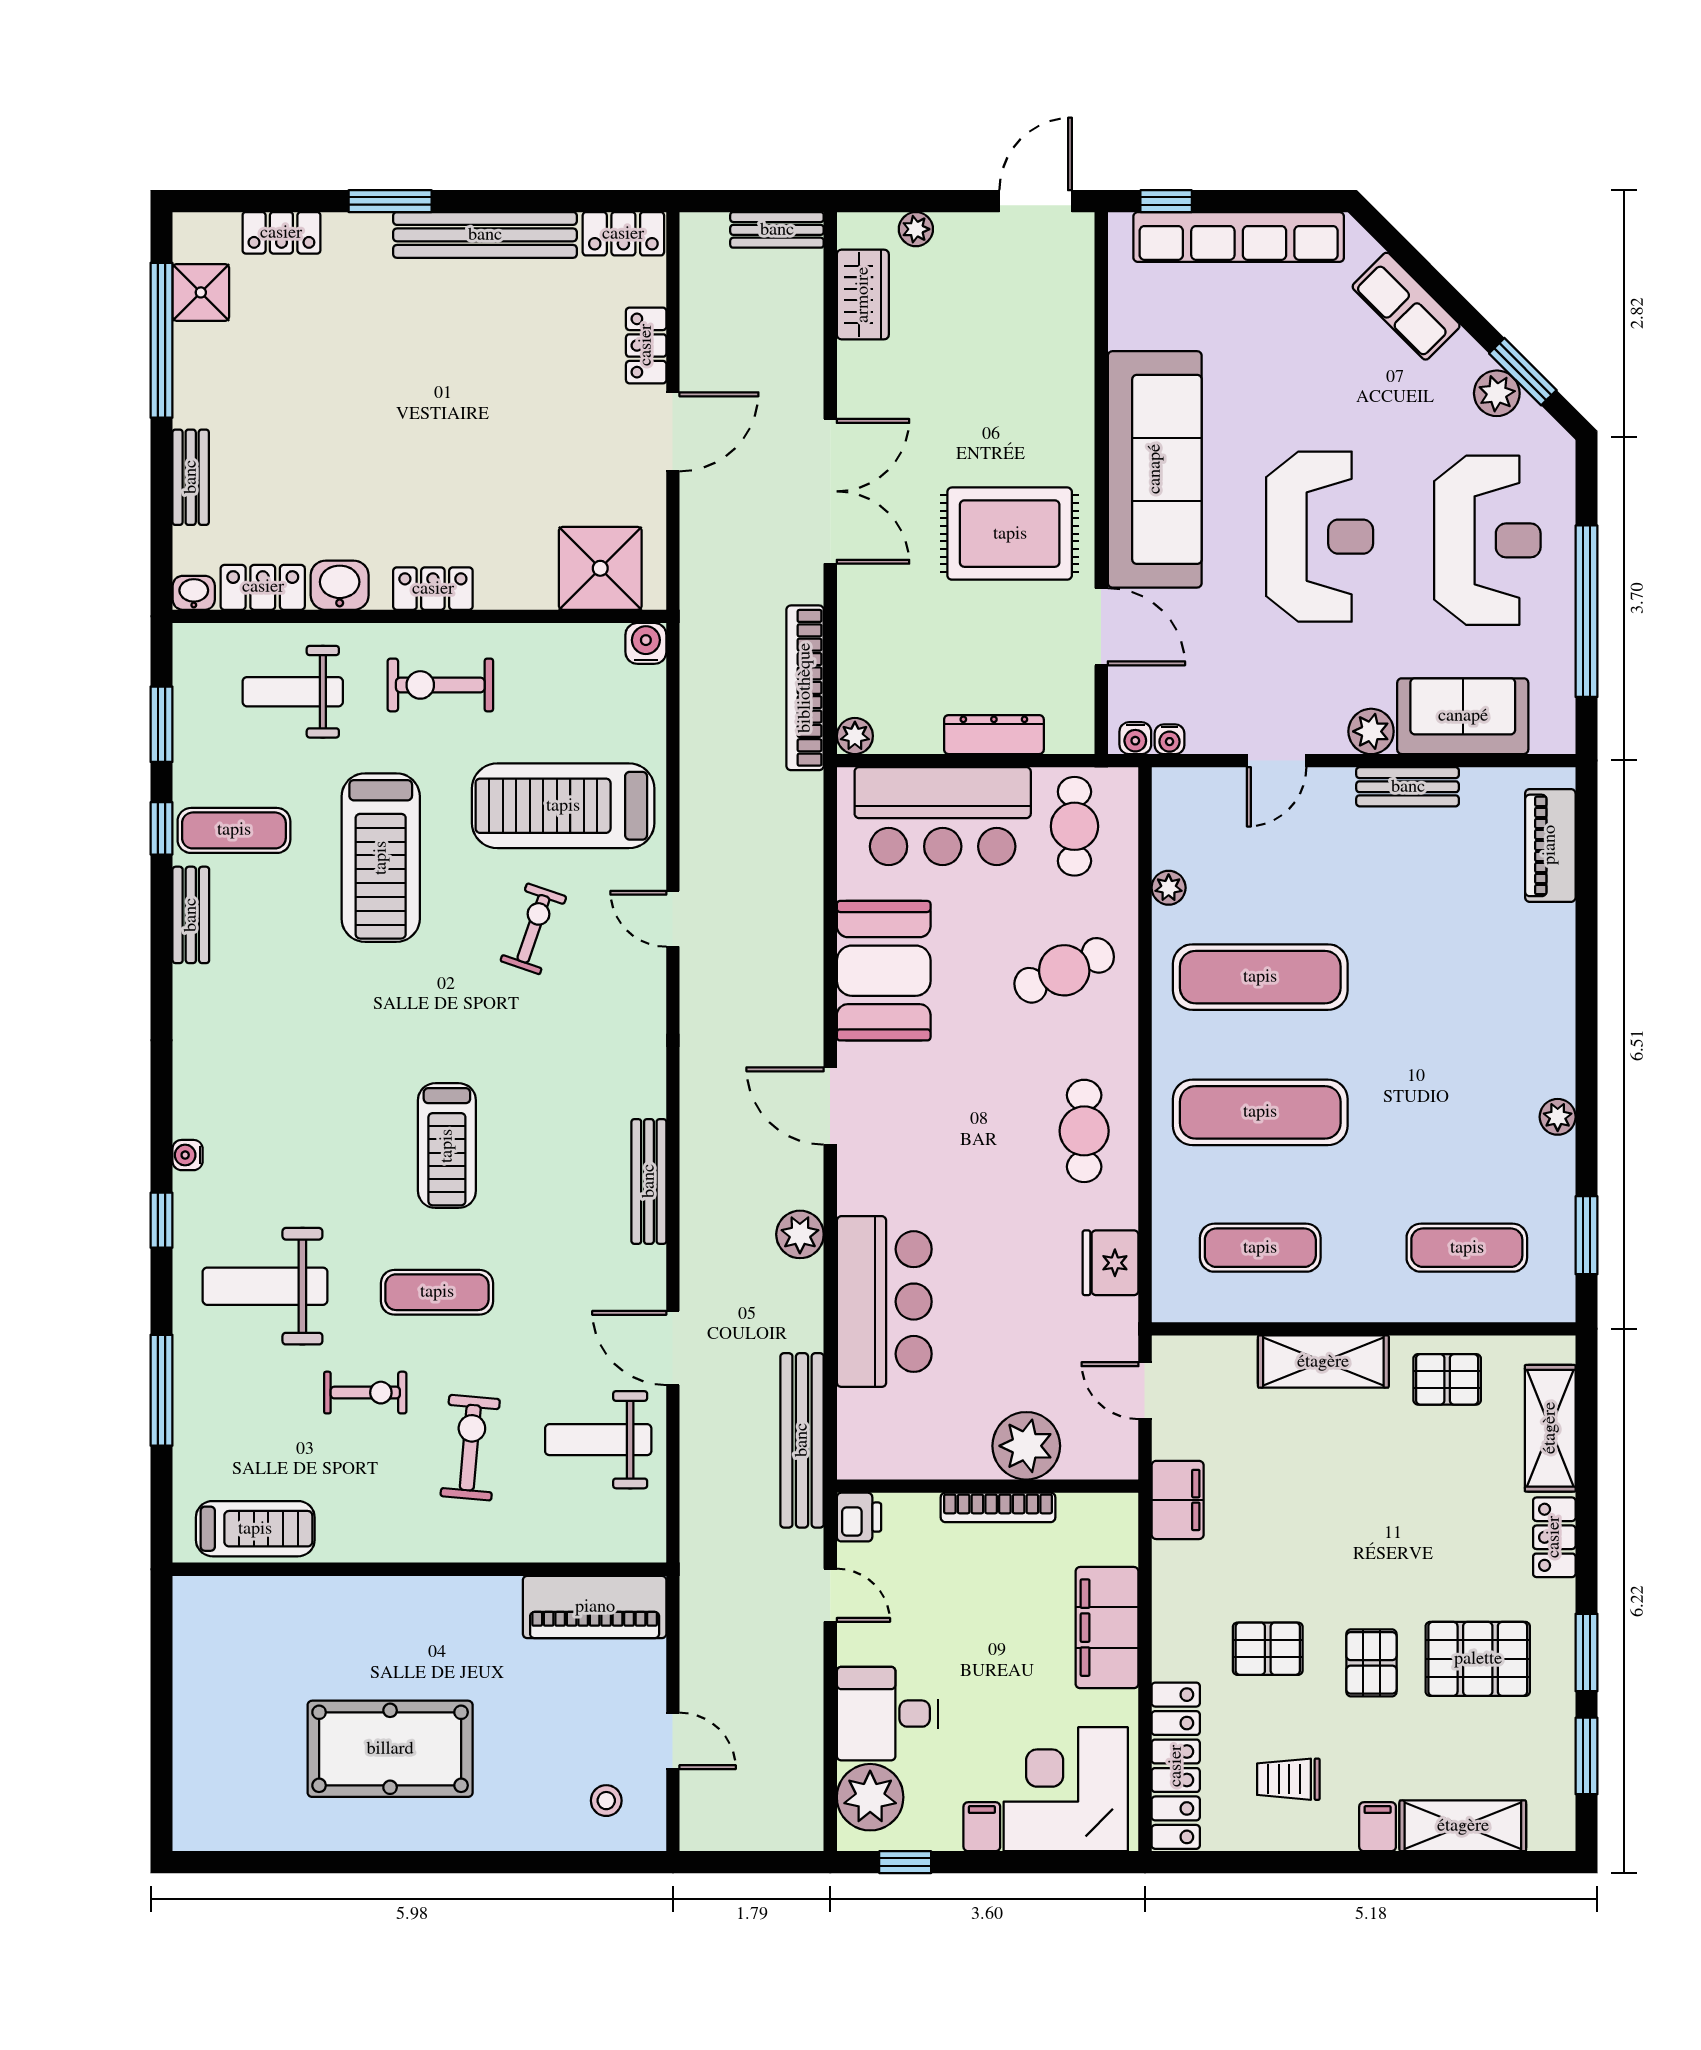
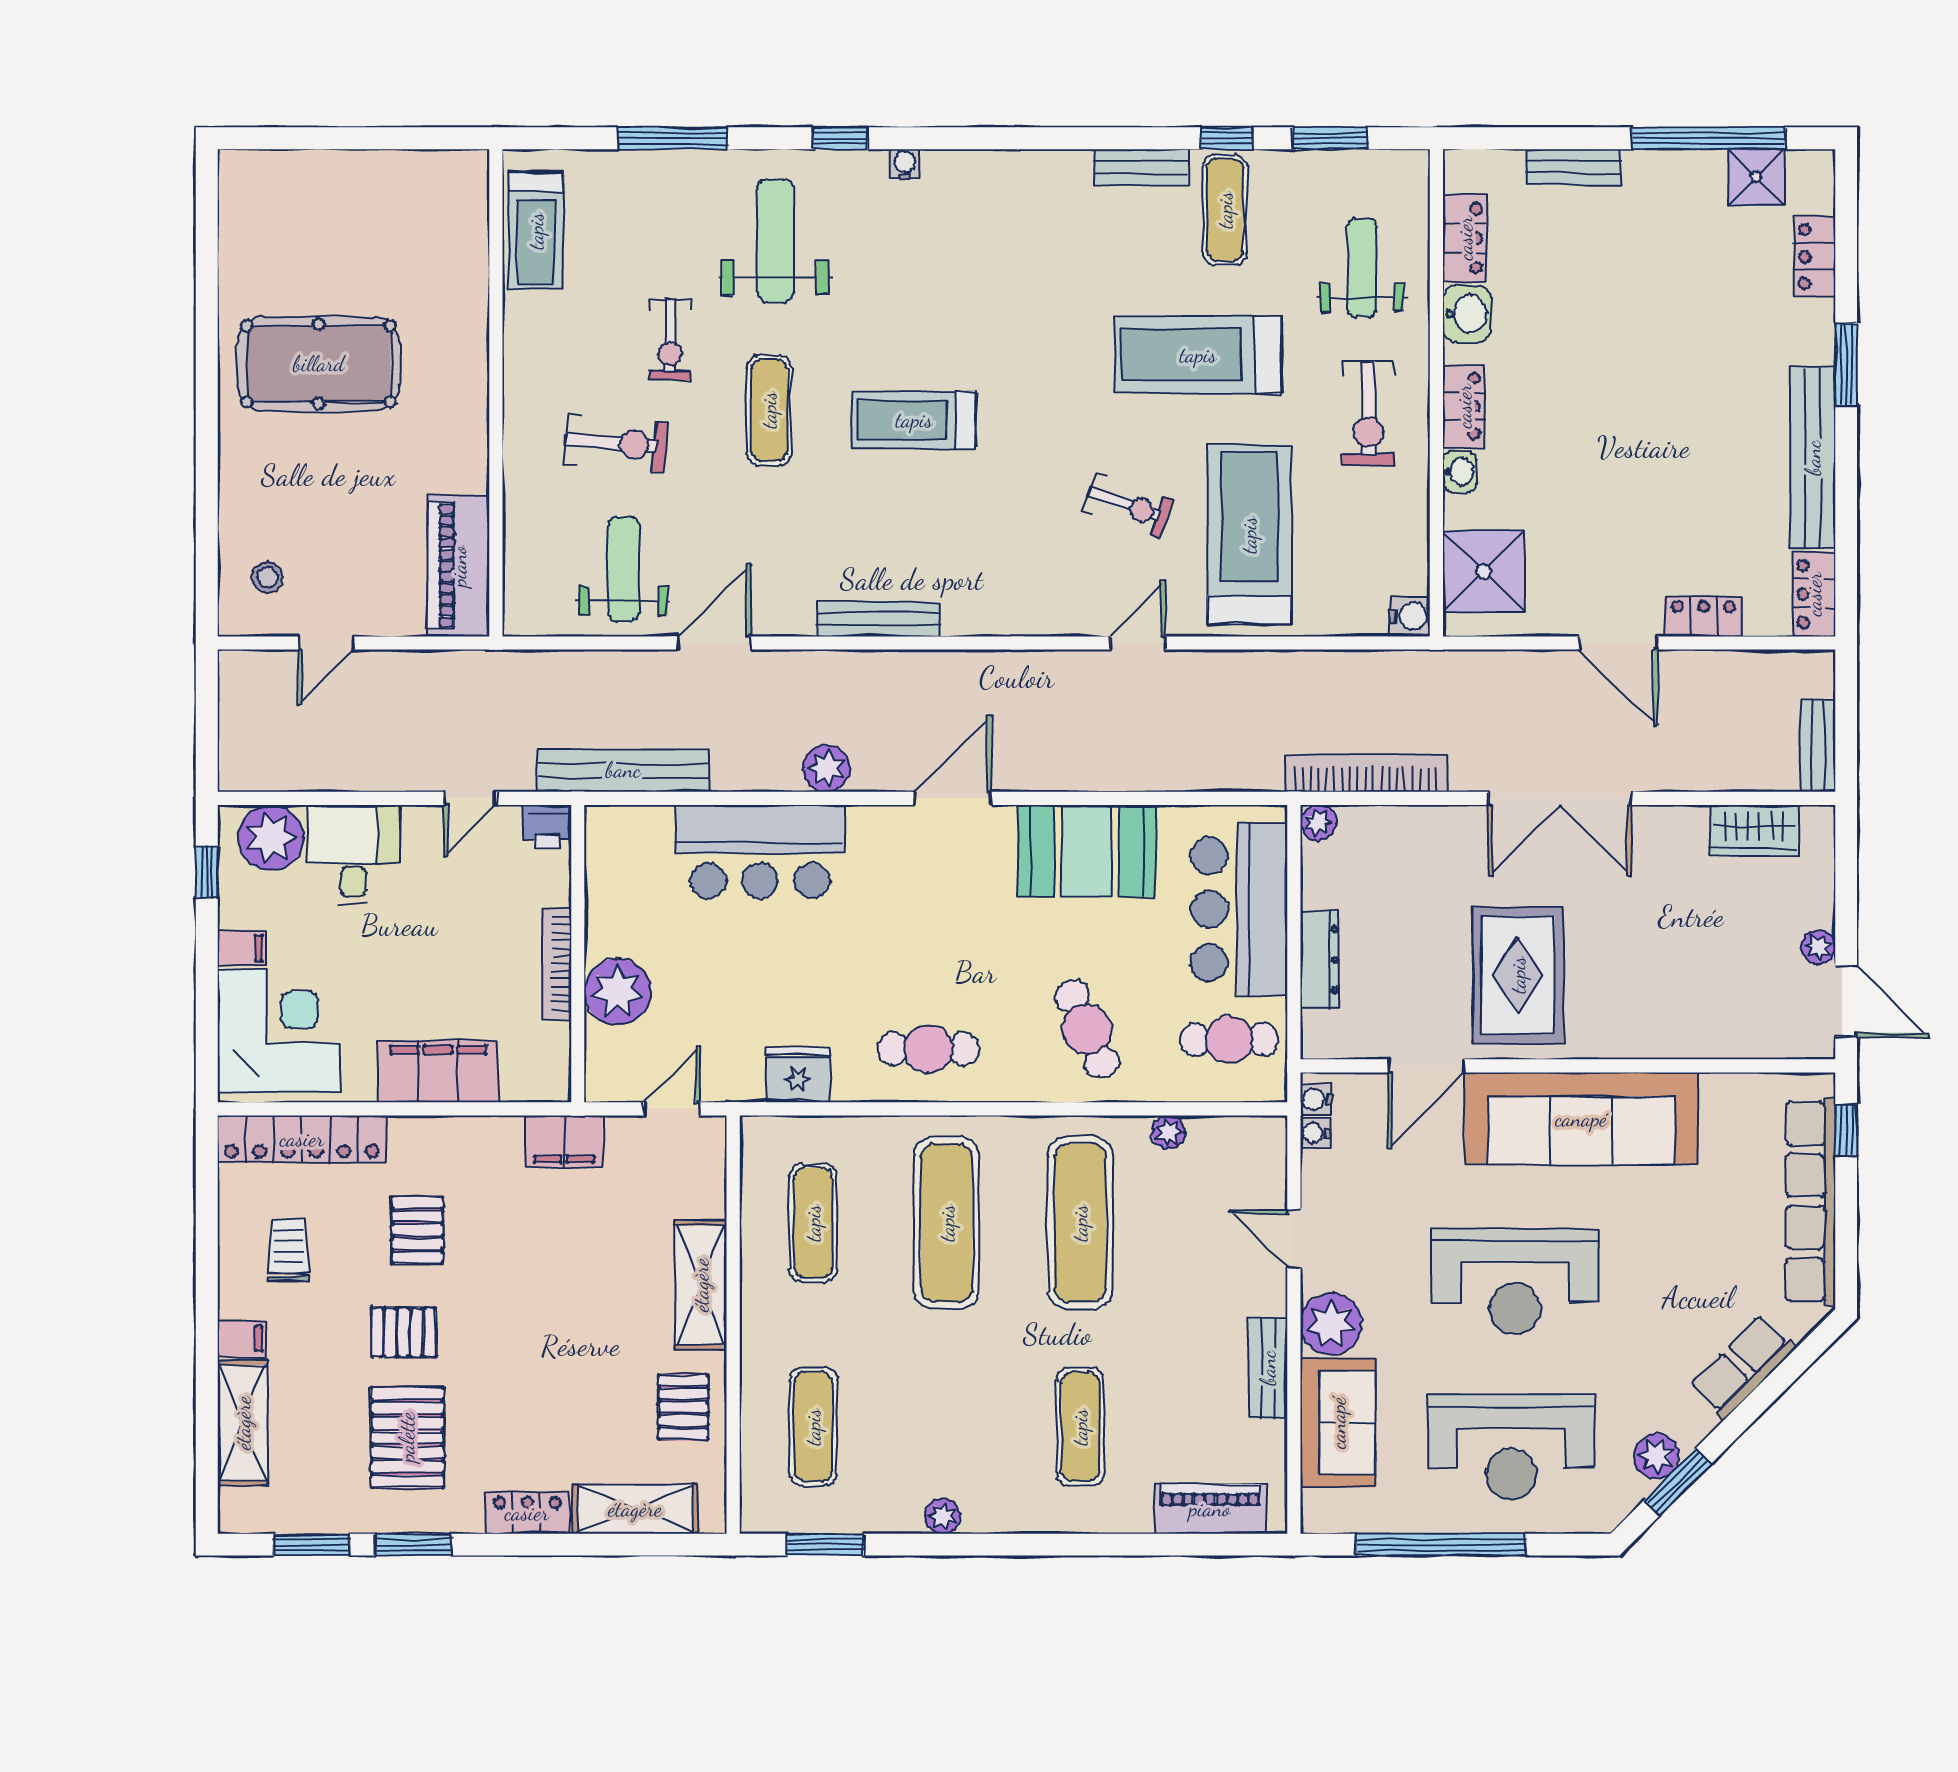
plant: (916, 229) -> (1818, 947), moved
washbasin: (194, 593) -> (1460, 472), moved
exercise bike: (440, 685) -> (1369, 413), turned 180
plant: (1371, 731) -> (1331, 1324), width x1.36, depth x1.36
exercise mat: (1467, 977) -> (1080, 1427), added
pool table: (390, 1749) -> (319, 364), turned 90

